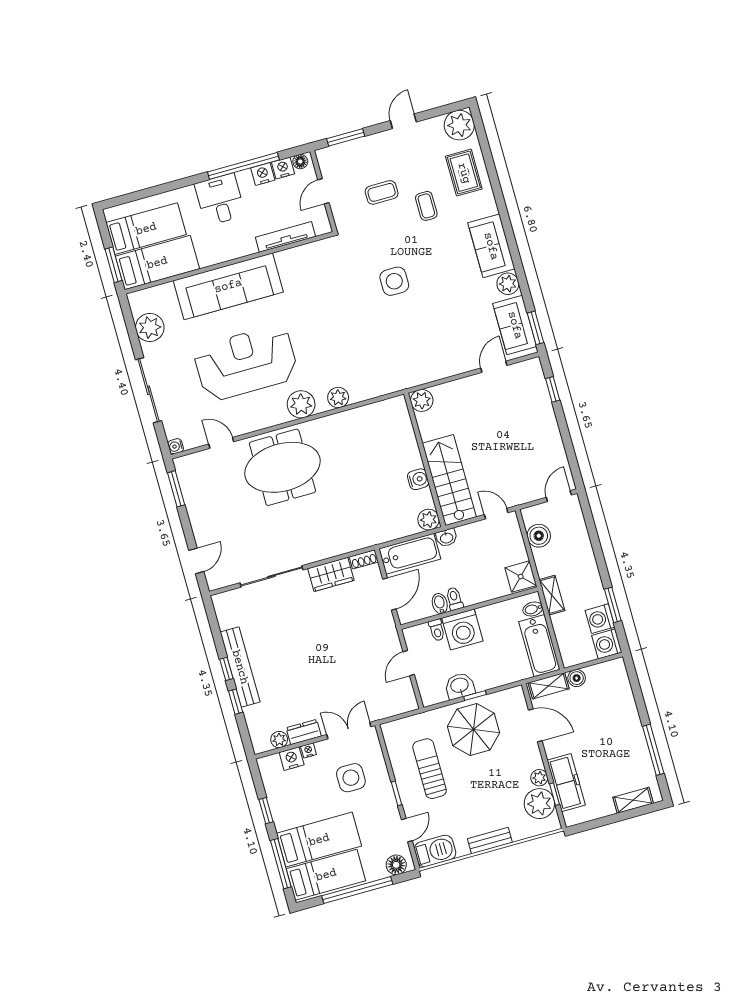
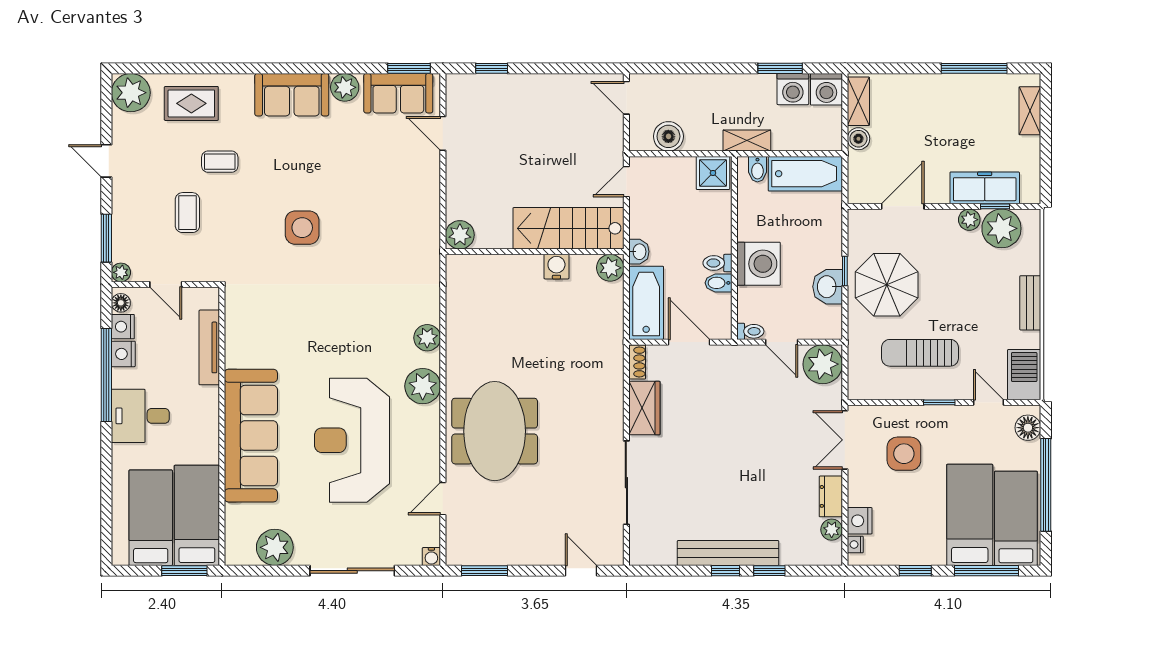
plant: (323, 155) -> (121, 272), added
toilet: (437, 630) -> (750, 331), moved
shelving: (549, 686) -> (858, 101), moved
plant: (401, 698) -> (823, 364), added
nightstand: (308, 750) -> (855, 545), moved

